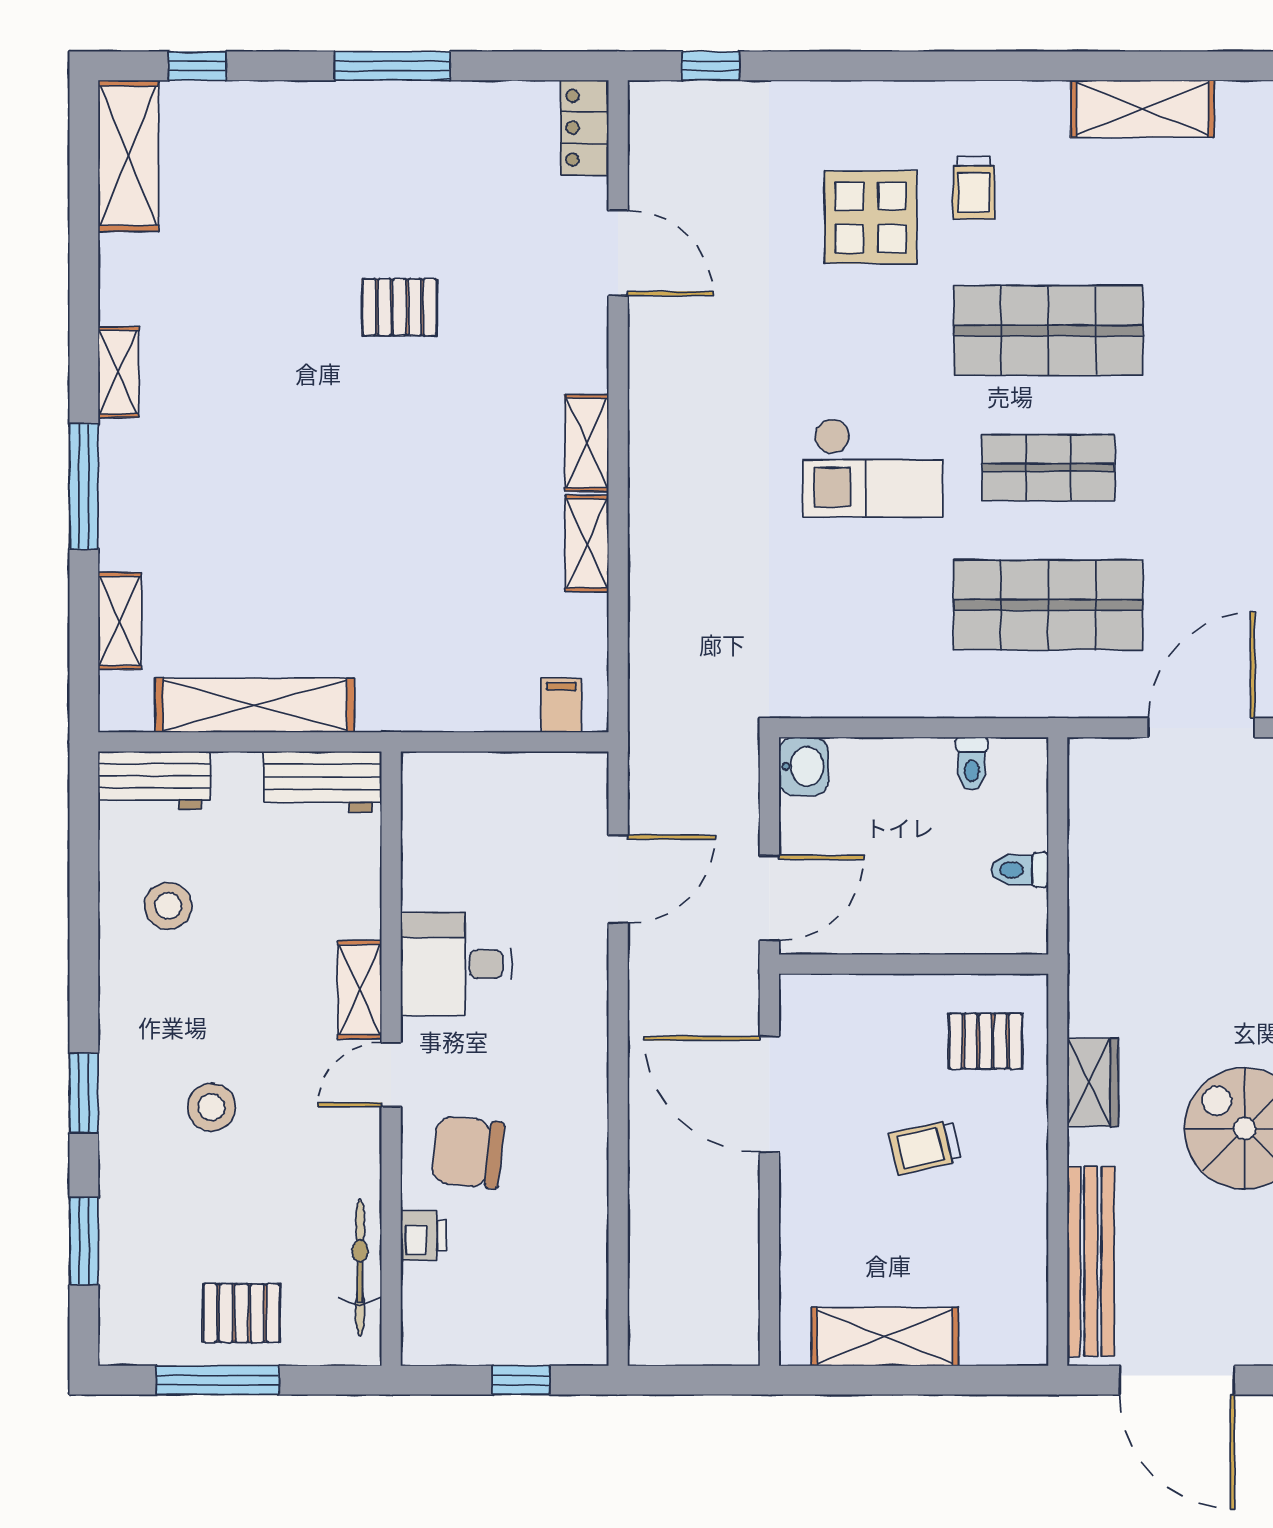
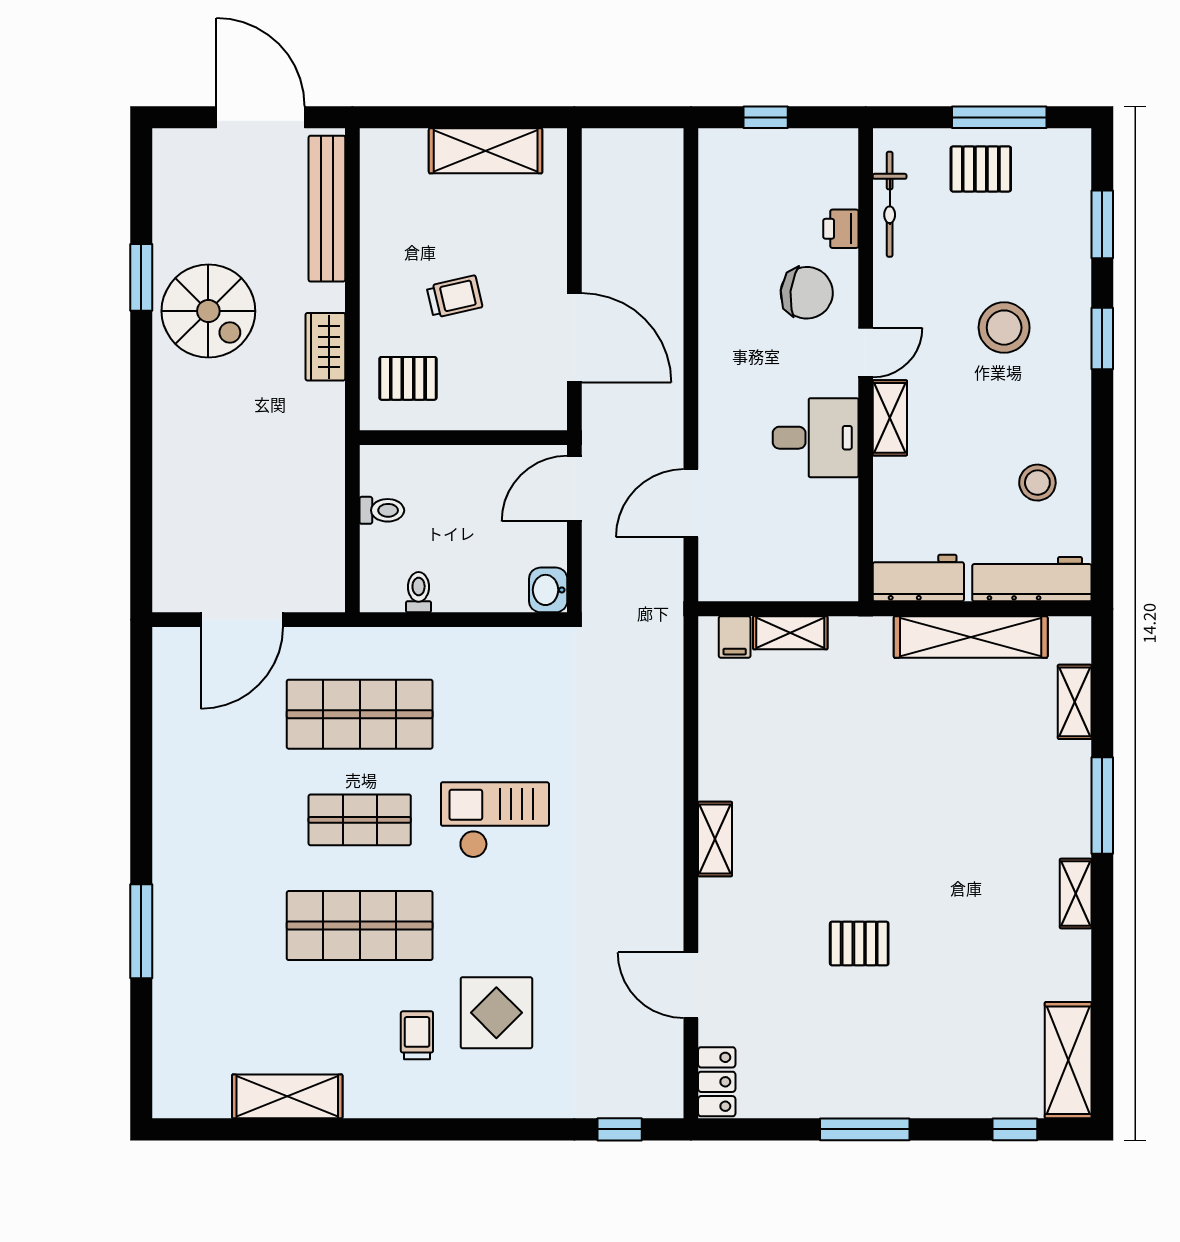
shelving: (587, 543) -> (790, 633), moved, turned 90
workbench: (154, 780) -> (1032, 579), width x1.38
stool: (211, 1107) -> (1004, 328), width x1.38, depth x1.38

